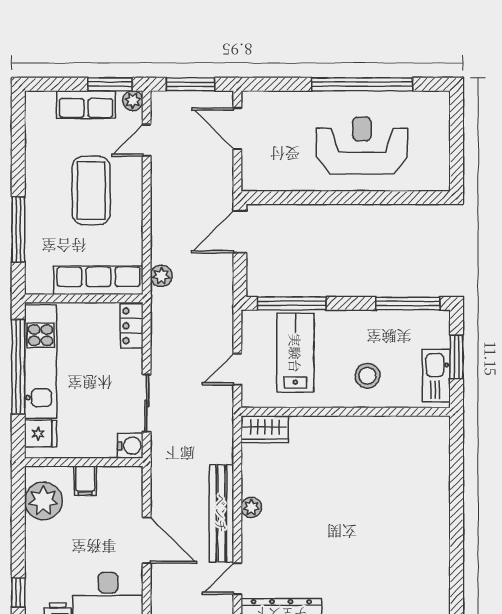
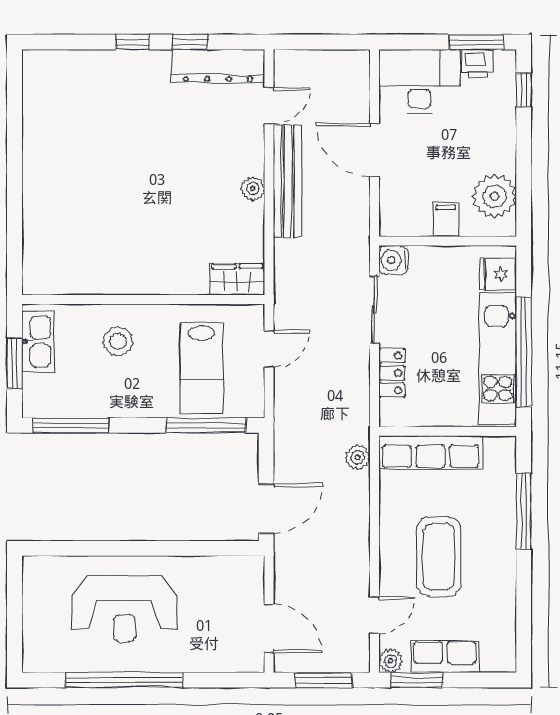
locker: (132, 326) -> (392, 373), moved

